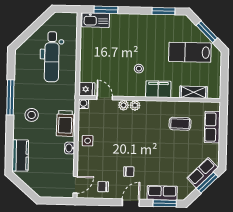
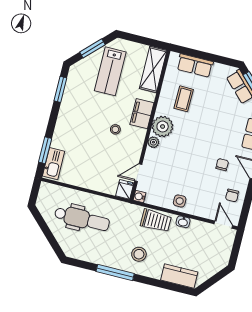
shelving: (193, 92) -> (153, 69), width x1.50, depth x1.33
plant: (124, 105) -> (163, 127), moved, width x1.87, depth x1.87

